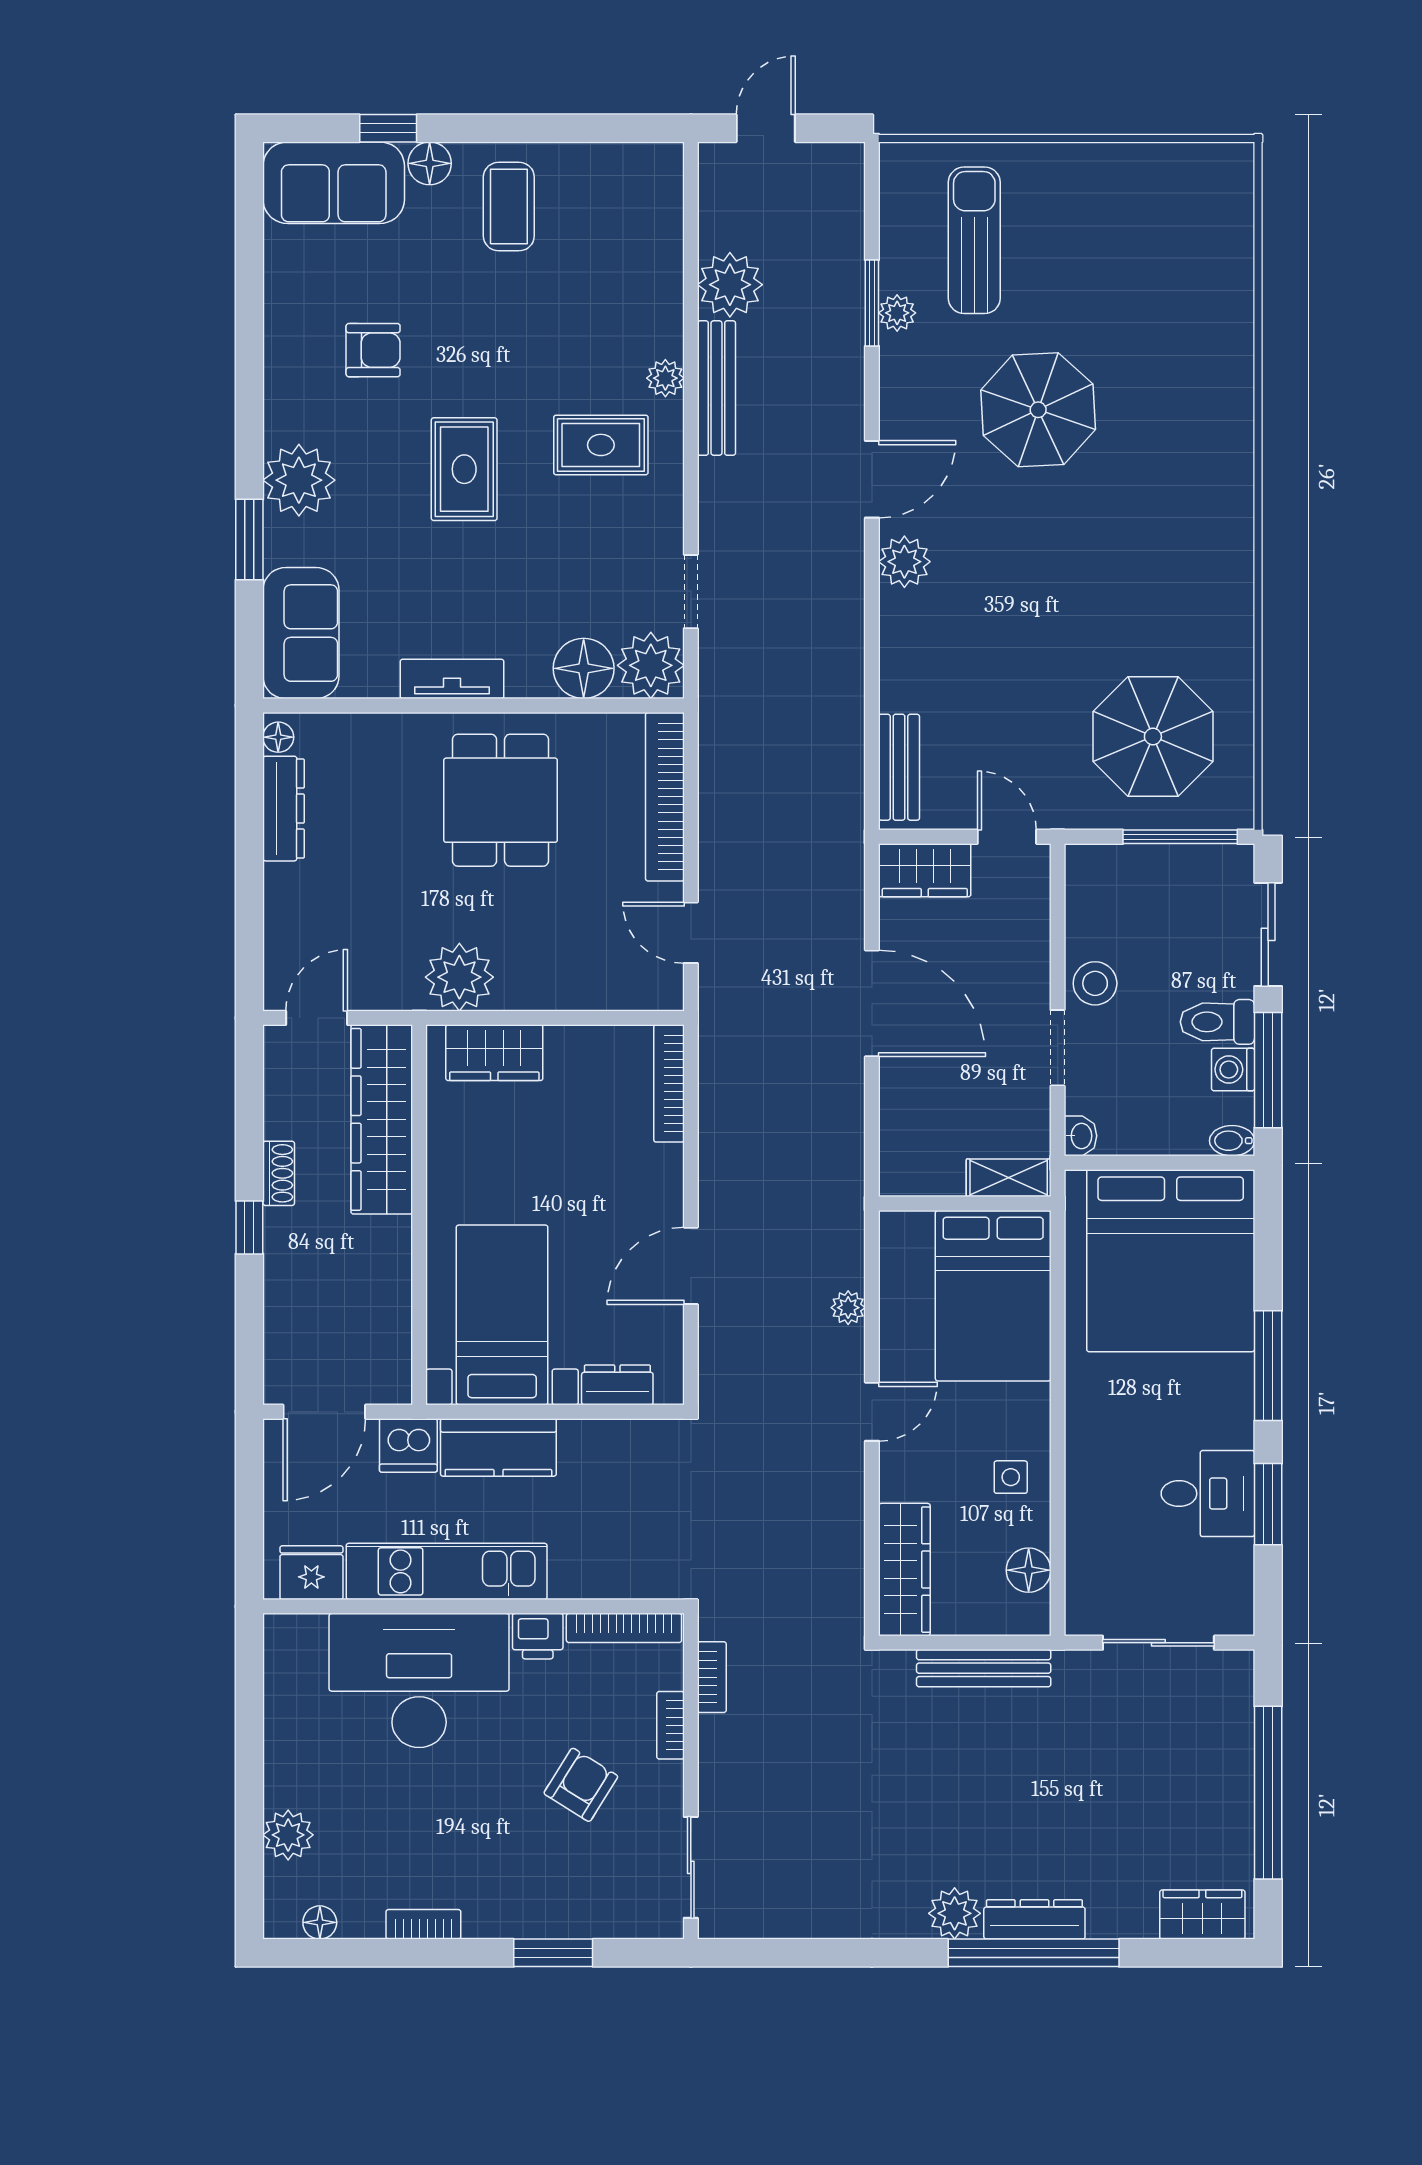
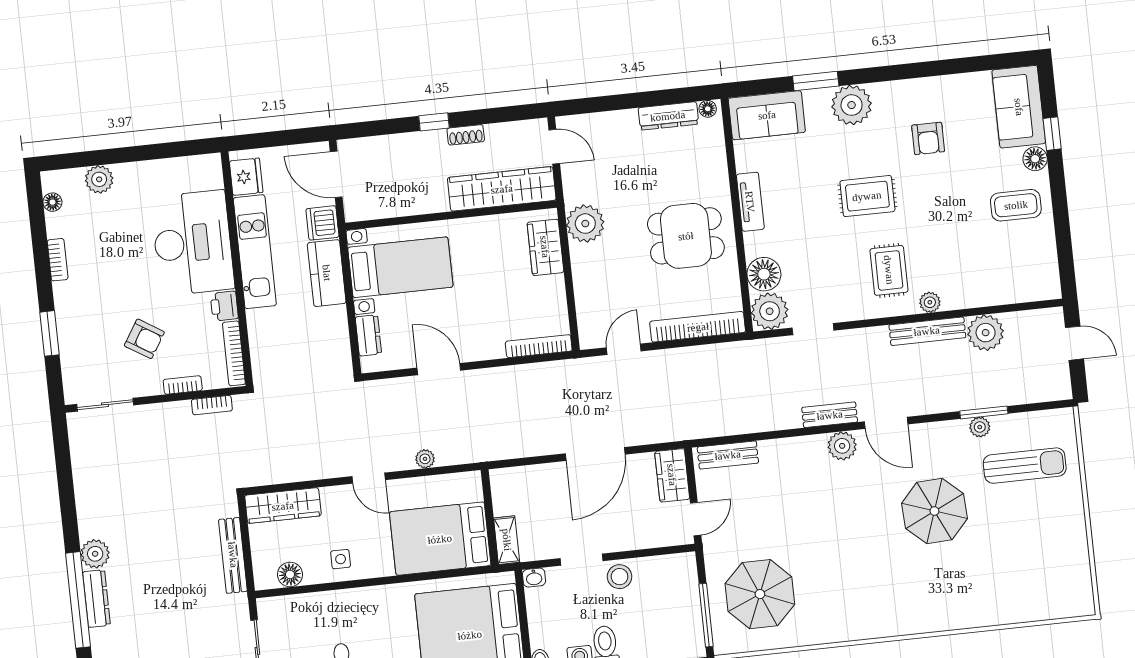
bench: (847, 578) -> (830, 415), added

